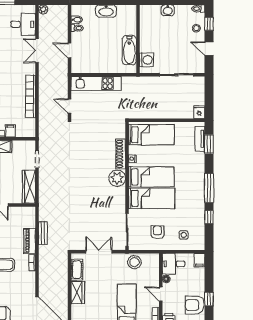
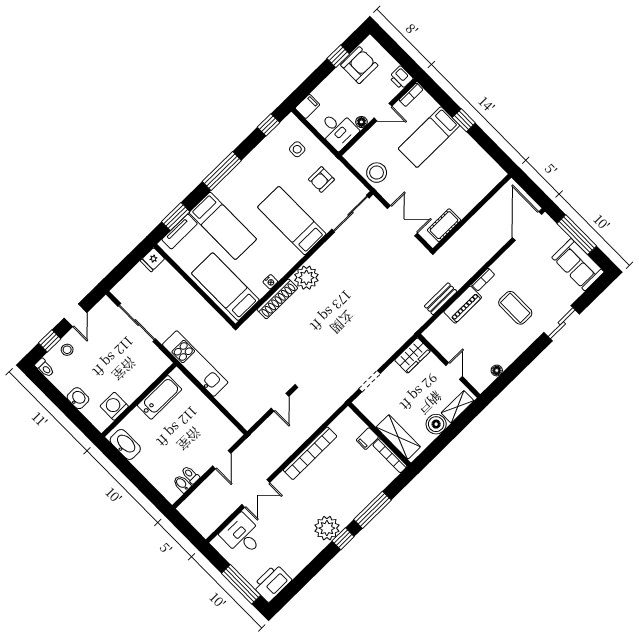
plant: (43, 9) -> (206, 530), removed
washbasin: (106, 11) -> (125, 444), moved
washing machine: (147, 60) -> (114, 406), moved
kitchen unit: (96, 83) -> (195, 364), moved
bed: (151, 177) -> (223, 226), moved, turned 180
wardrobe: (29, 187) -> (413, 356), width x0.67
window: (209, 217) -> (269, 125), moved
double door: (99, 252) -> (402, 221), swing flipped
wardrobe: (78, 292) -> (467, 201), removed
door: (161, 294) -> (383, 112), hinge flipped
armchair: (195, 305) -> (359, 65), turned -90

